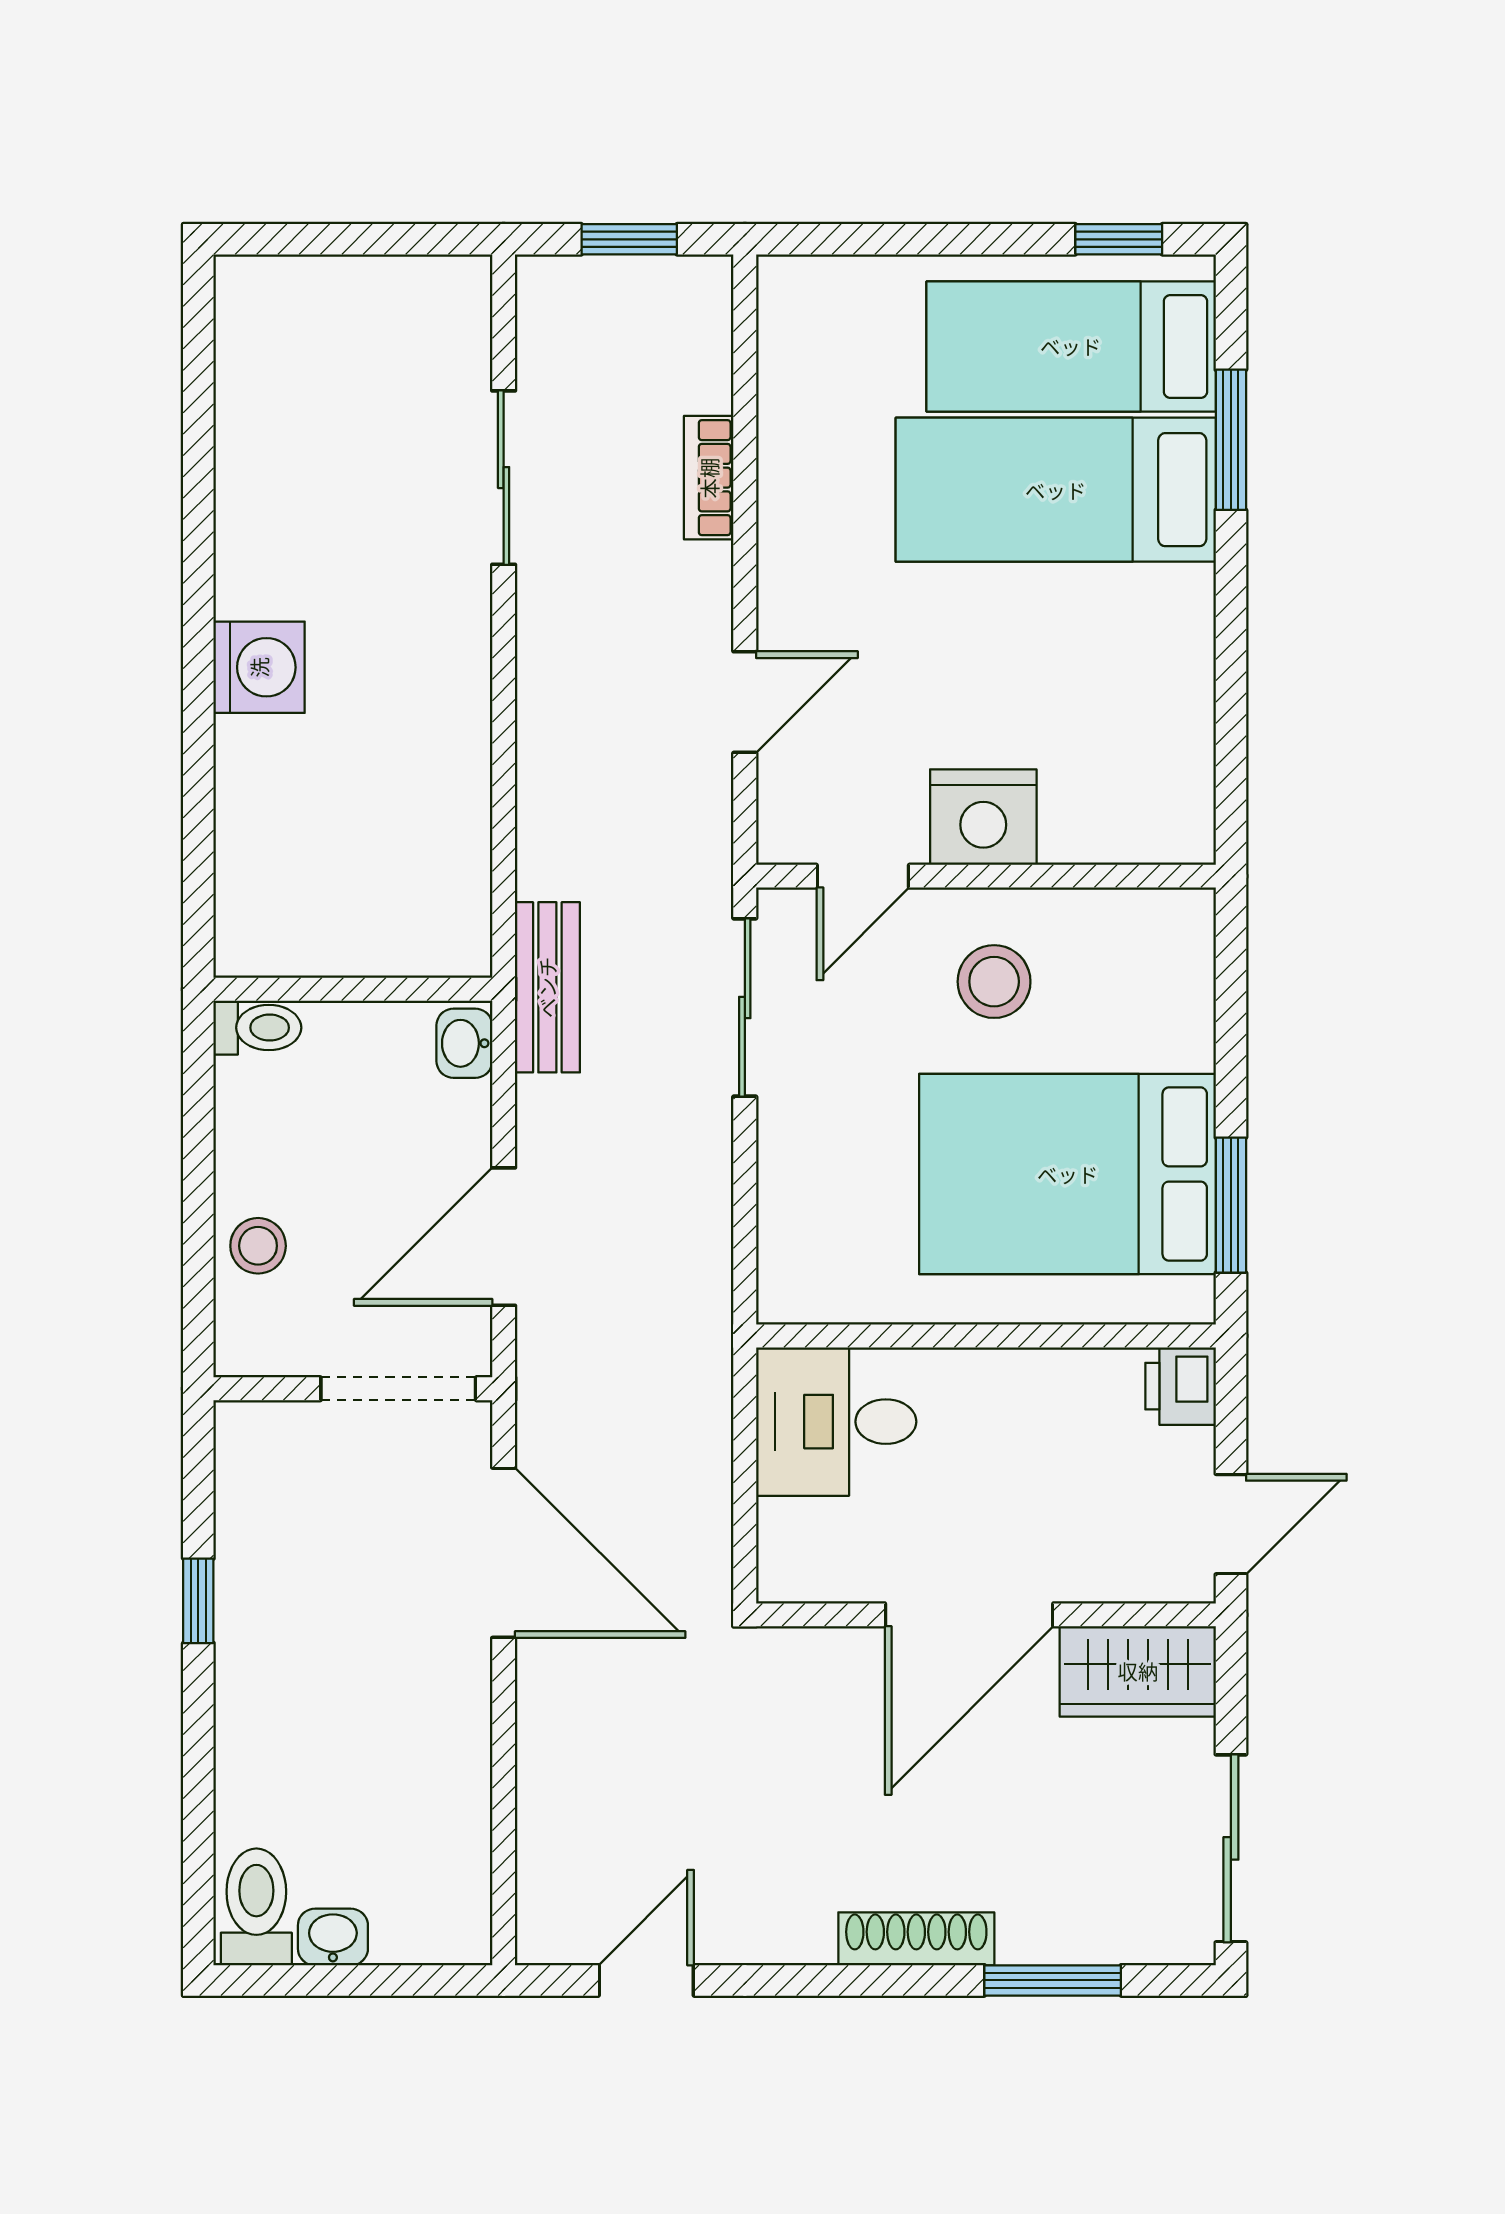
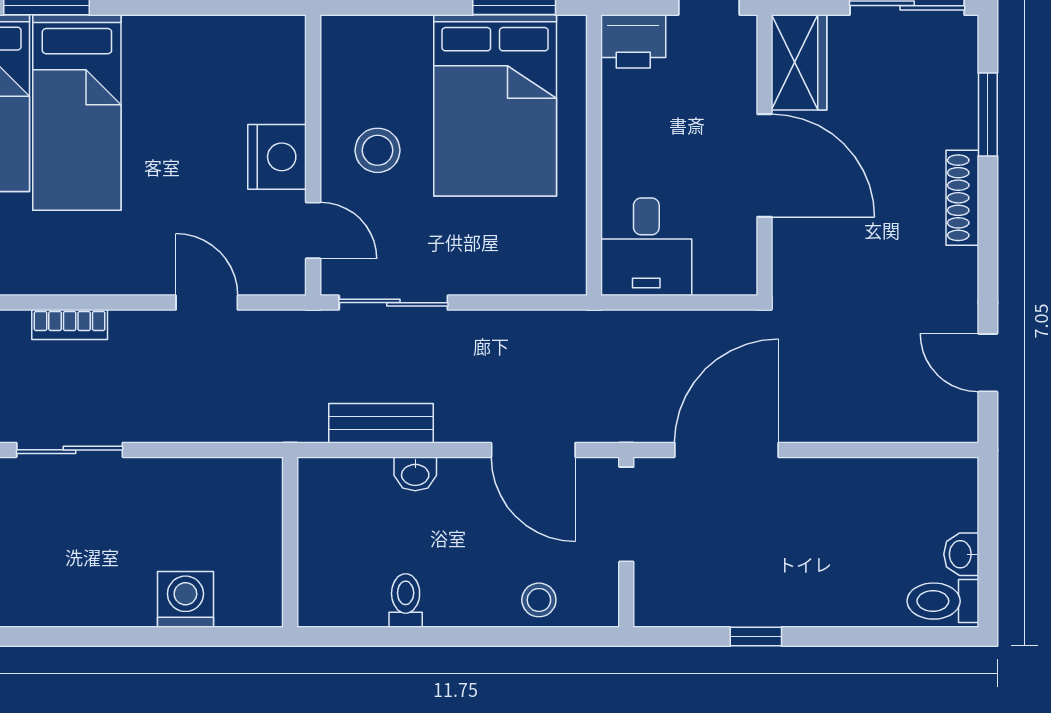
wall: (353, 989) -> (290, 542), moved
printer: (1181, 1386) -> (633, 41), width x1.36, depth x1.24

